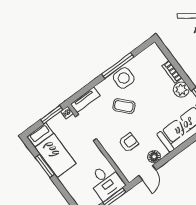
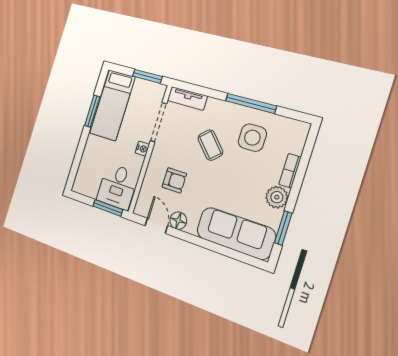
side table: (124, 78) -> (252, 138), moved
nightstand: (67, 113) -> (142, 149), moved
door: (147, 173) -> (156, 226), swing flipped

